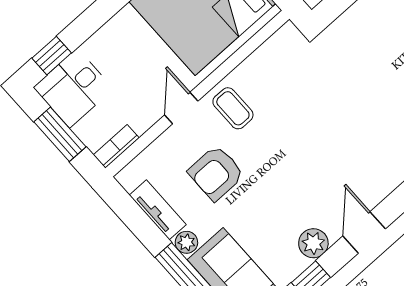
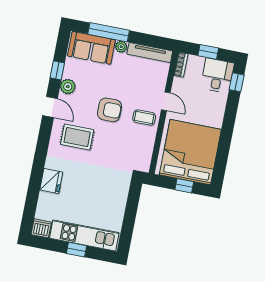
window: (60, 134) -> (208, 52), width x0.67
rug: (357, 156) -> (77, 137), added
armchair: (216, 173) -> (109, 110), moved, turned 90
tv unit: (158, 210) -> (150, 53), width x1.41

